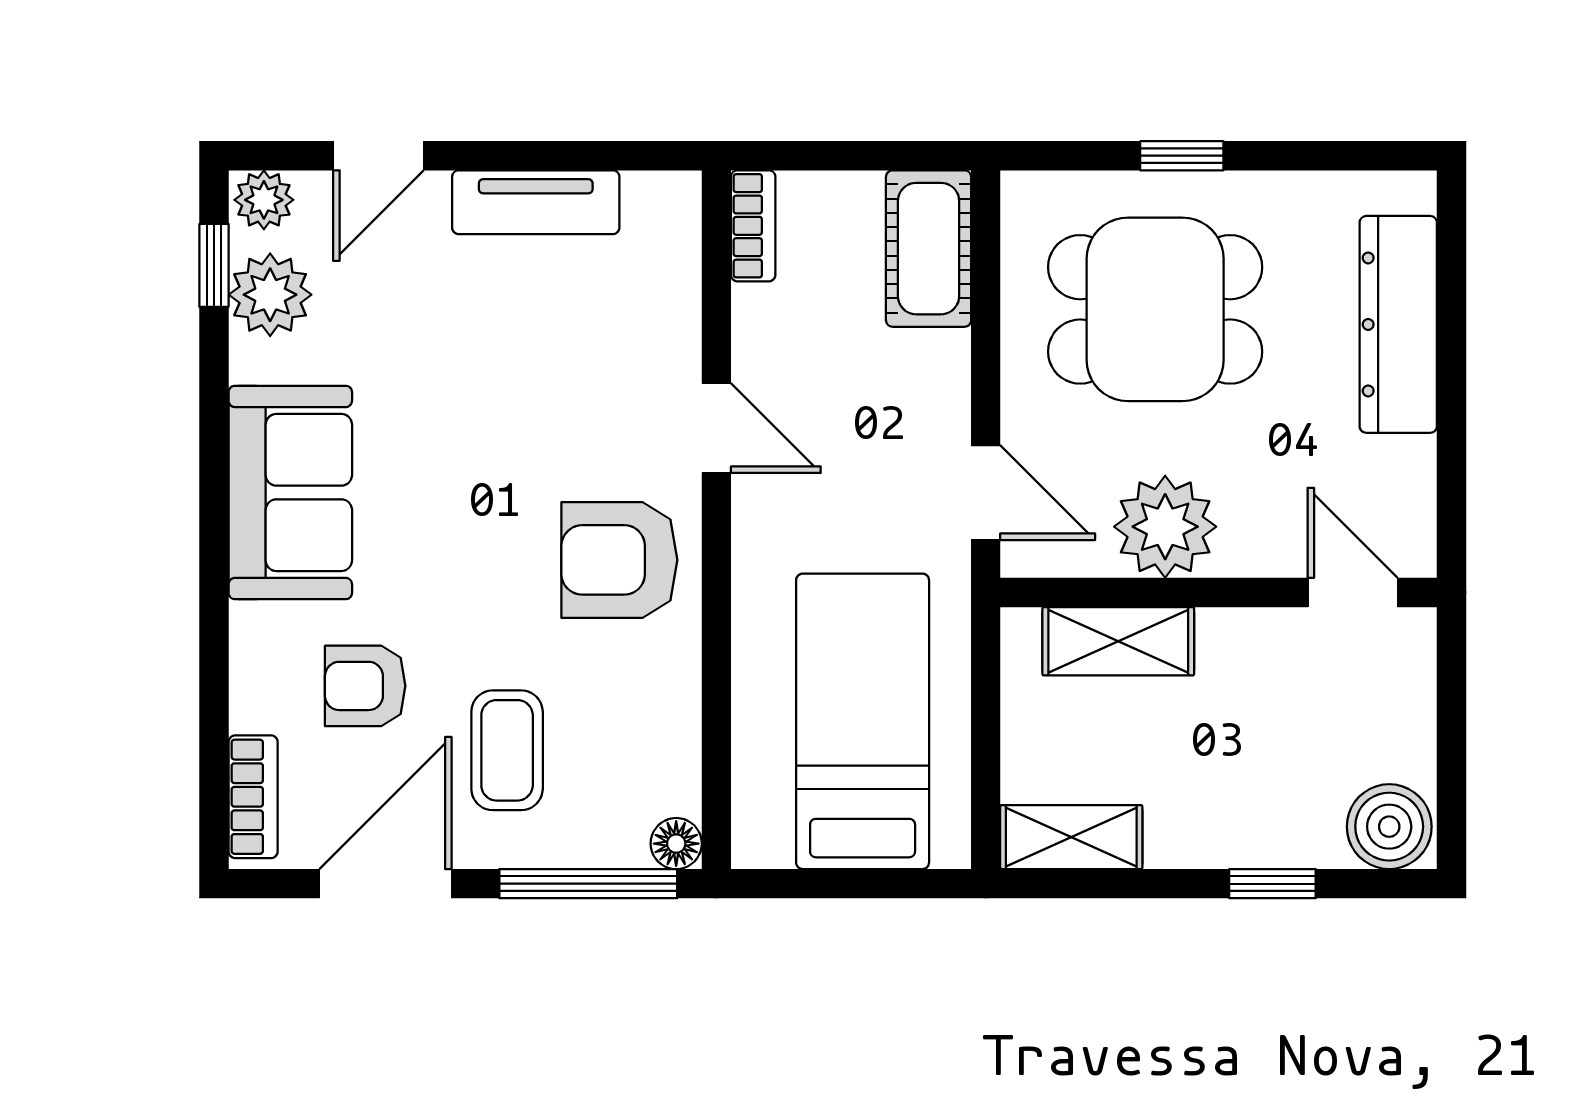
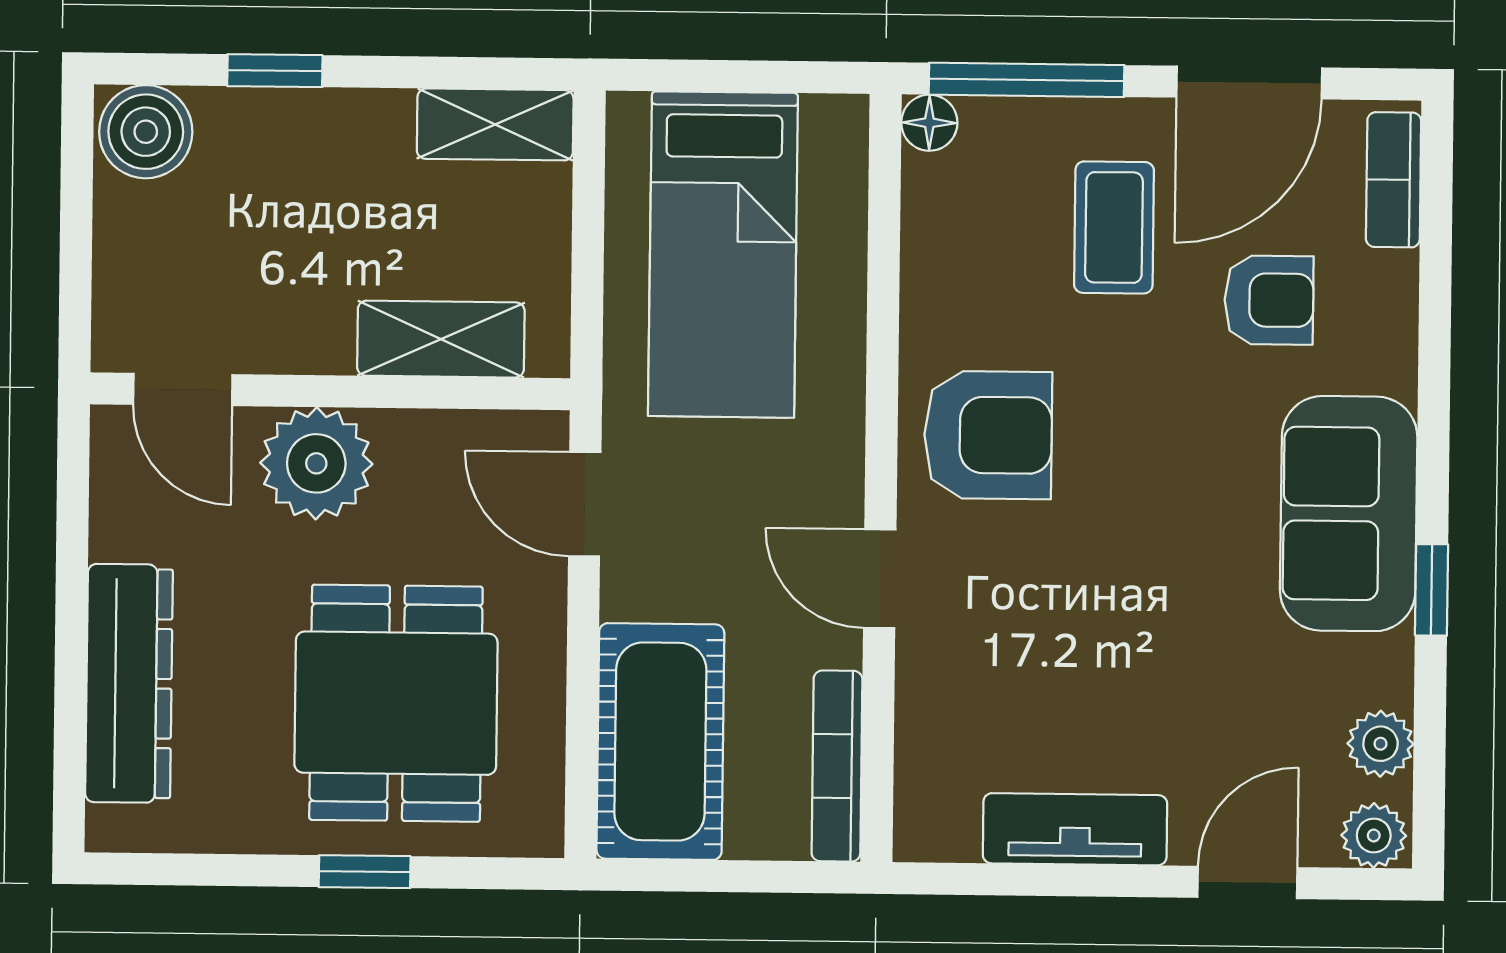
bookcase: (753, 226) -> (837, 766), width x1.56
cot: (929, 249) -> (660, 742), width x1.37, depth x1.34
window: (214, 265) -> (1432, 590), moved
plant: (270, 295) -> (1380, 744), width x0.73, depth x0.73
dining table: (1155, 309) -> (396, 703), turned 90
plant: (1165, 527) -> (316, 463), moved

